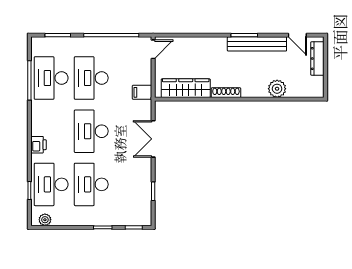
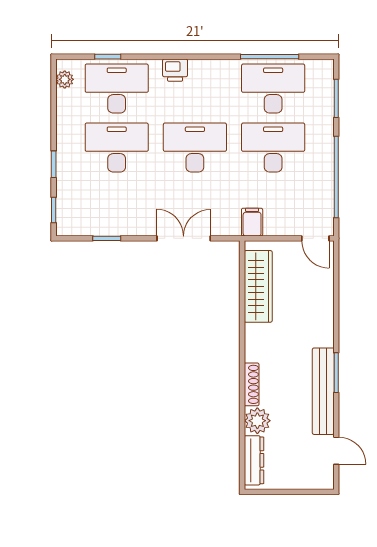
door: (297, 35) -> (336, 451), swing flipped
dresser: (317, 59) -> (254, 460), moved, turned 90
shoe rack: (226, 93) -> (252, 384), moved

